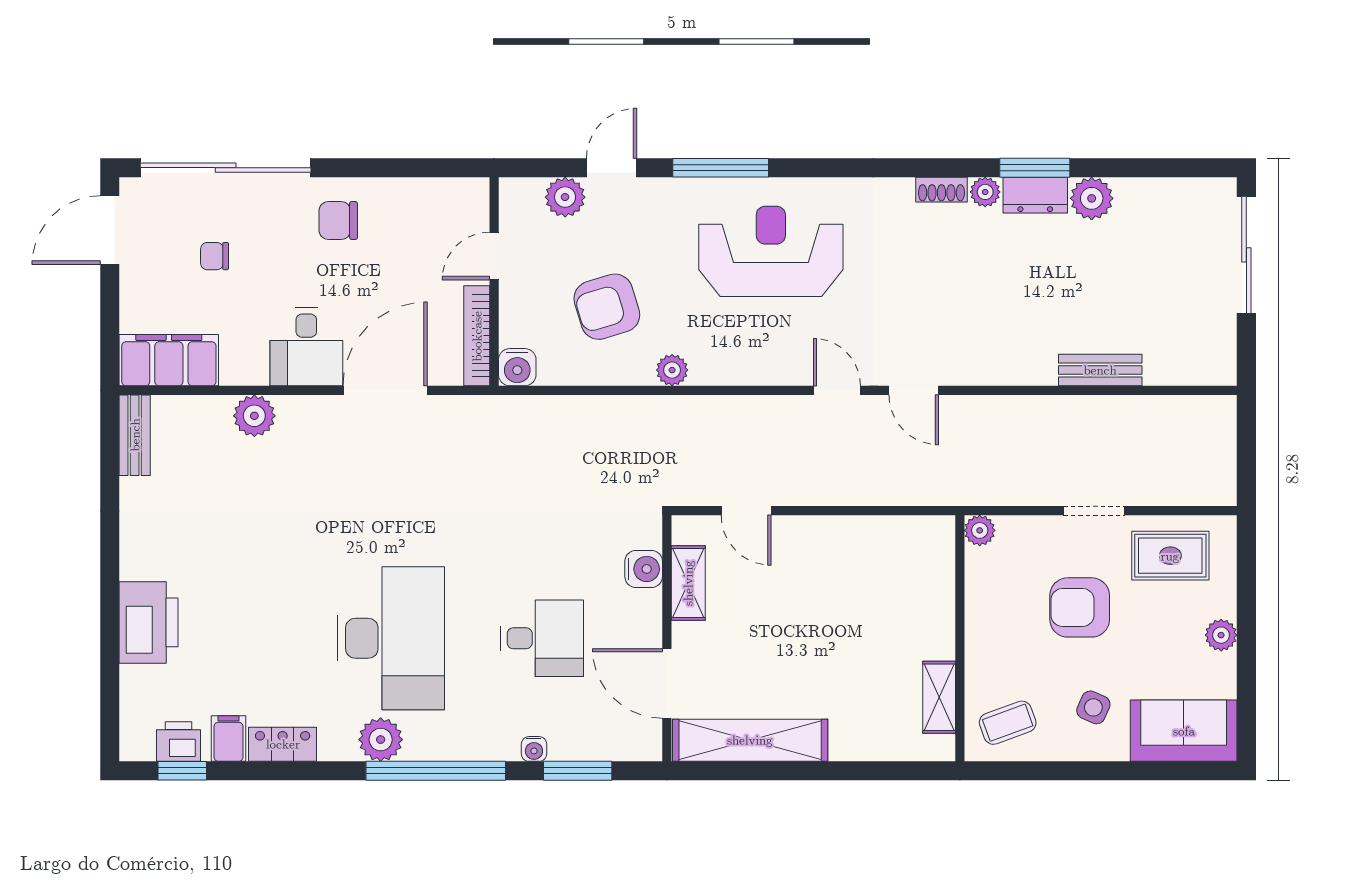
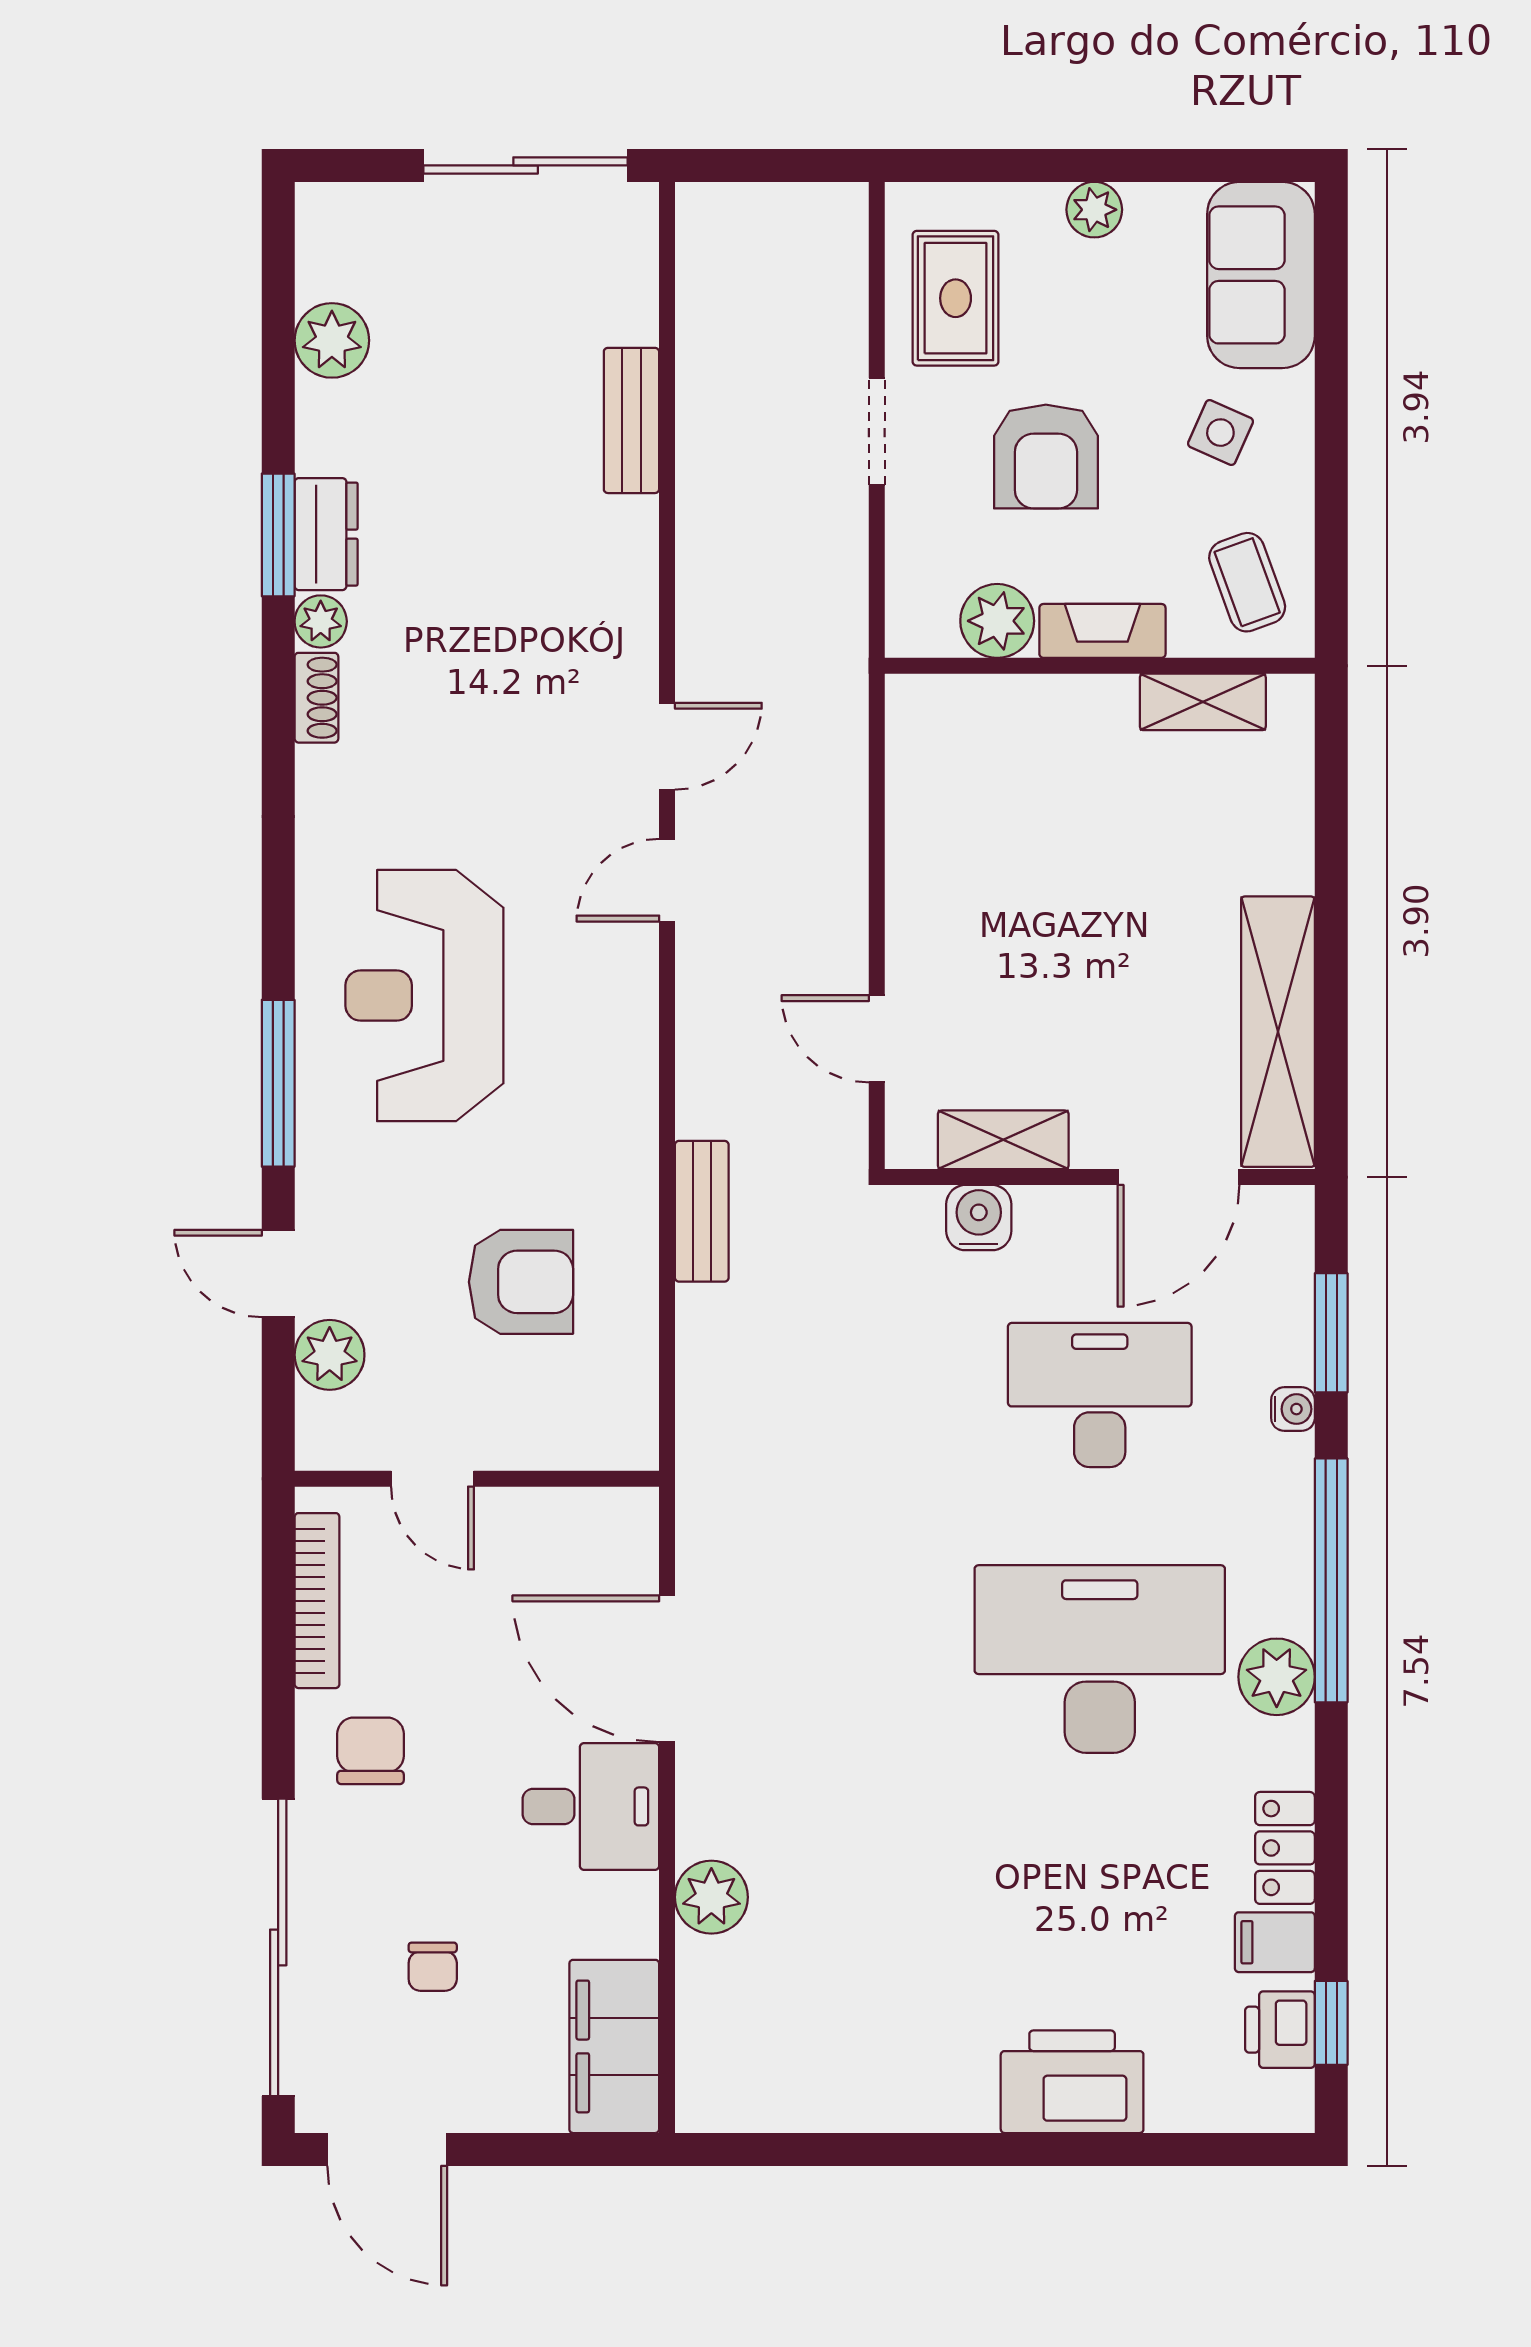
plant: (1092, 198) -> (332, 340), moved
chair: (338, 221) -> (371, 1751), turned 180
sliding door: (1246, 255) -> (526, 165), moved
armchair: (607, 307) -> (521, 1282), turned -73
bookcase: (477, 336) -> (317, 1601), moved, turned -90
water cooler: (517, 367) -> (627, 1438), removed
plant: (672, 370) -> (632, 1168), removed
bench: (135, 435) -> (702, 1211), moved, turned 90
door: (746, 511) -> (877, 1039), swing flipped
plant: (980, 530) -> (997, 621), moved, width x1.38, depth x1.38
desk: (542, 638) -> (1100, 1395), width x1.37
fireplace: (980, 640) -> (1102, 631), added

